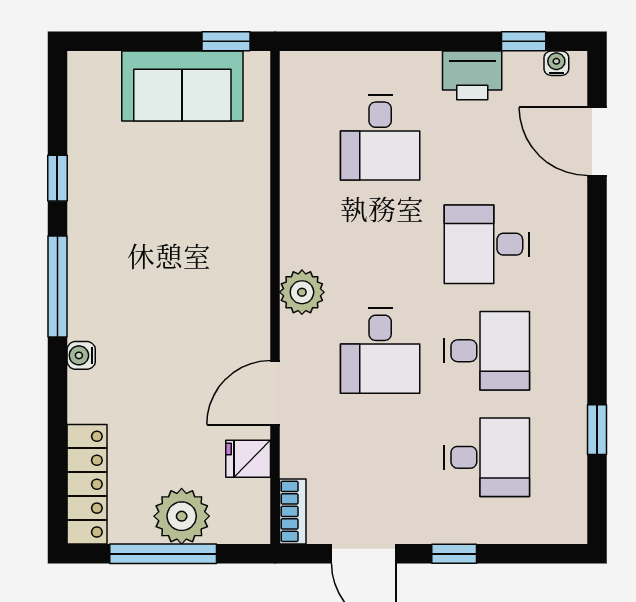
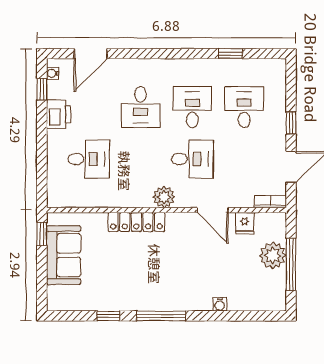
water cooler: (81, 355) -> (220, 304), moved
locker: (87, 484) -> (136, 222), moved, turned 180

